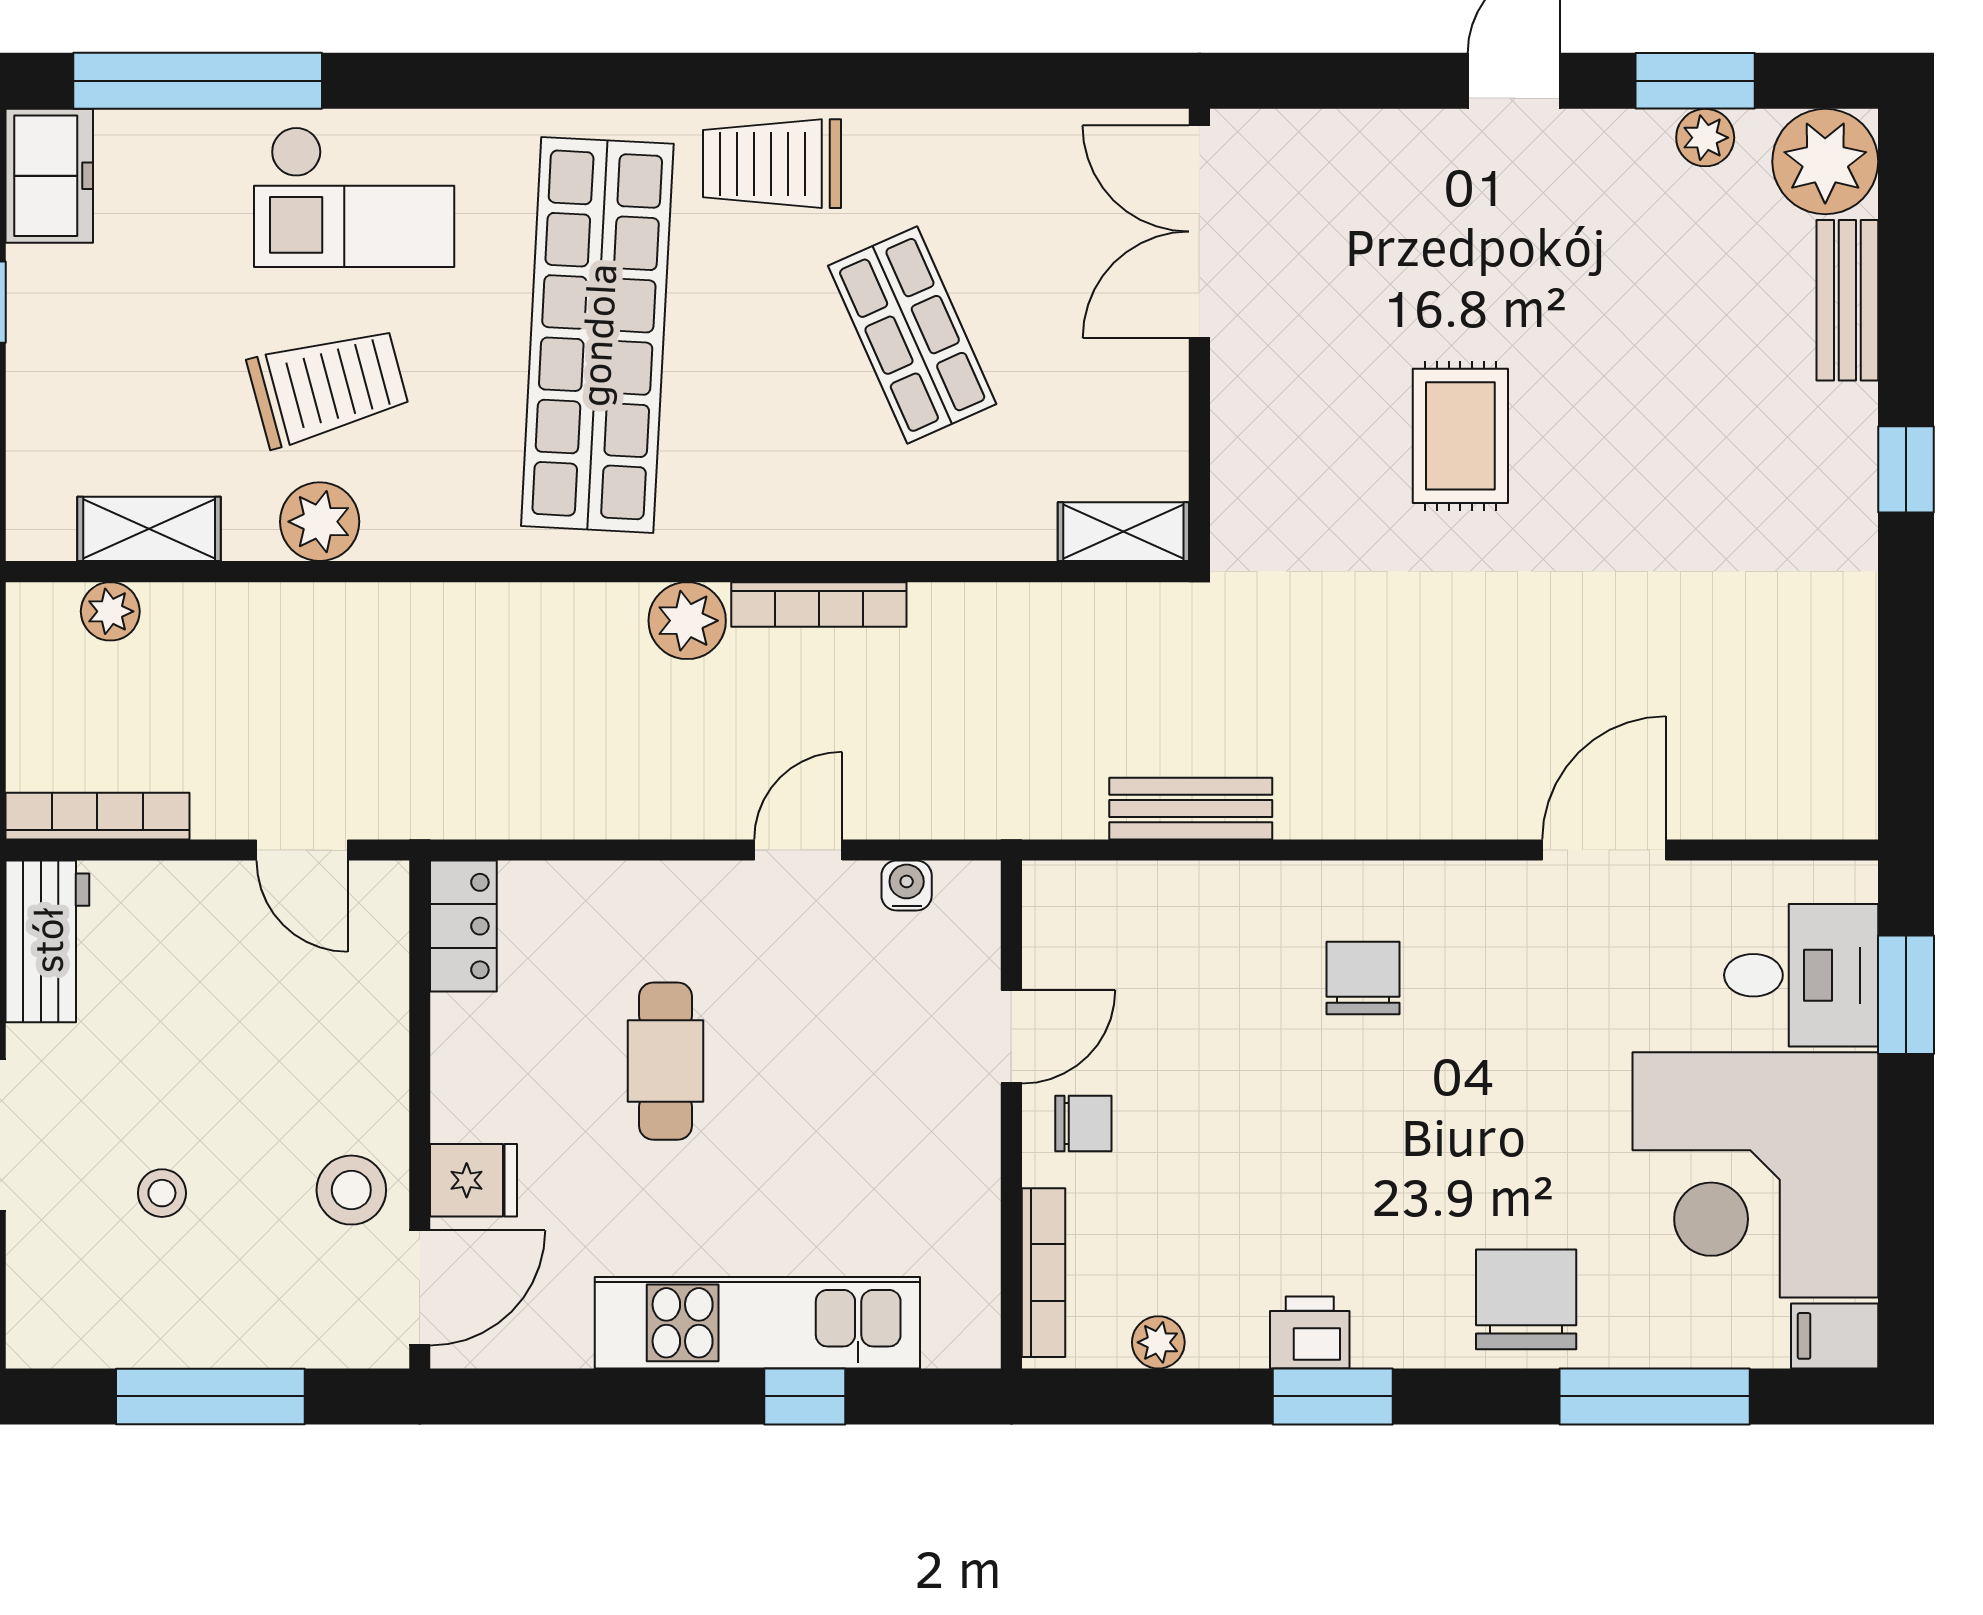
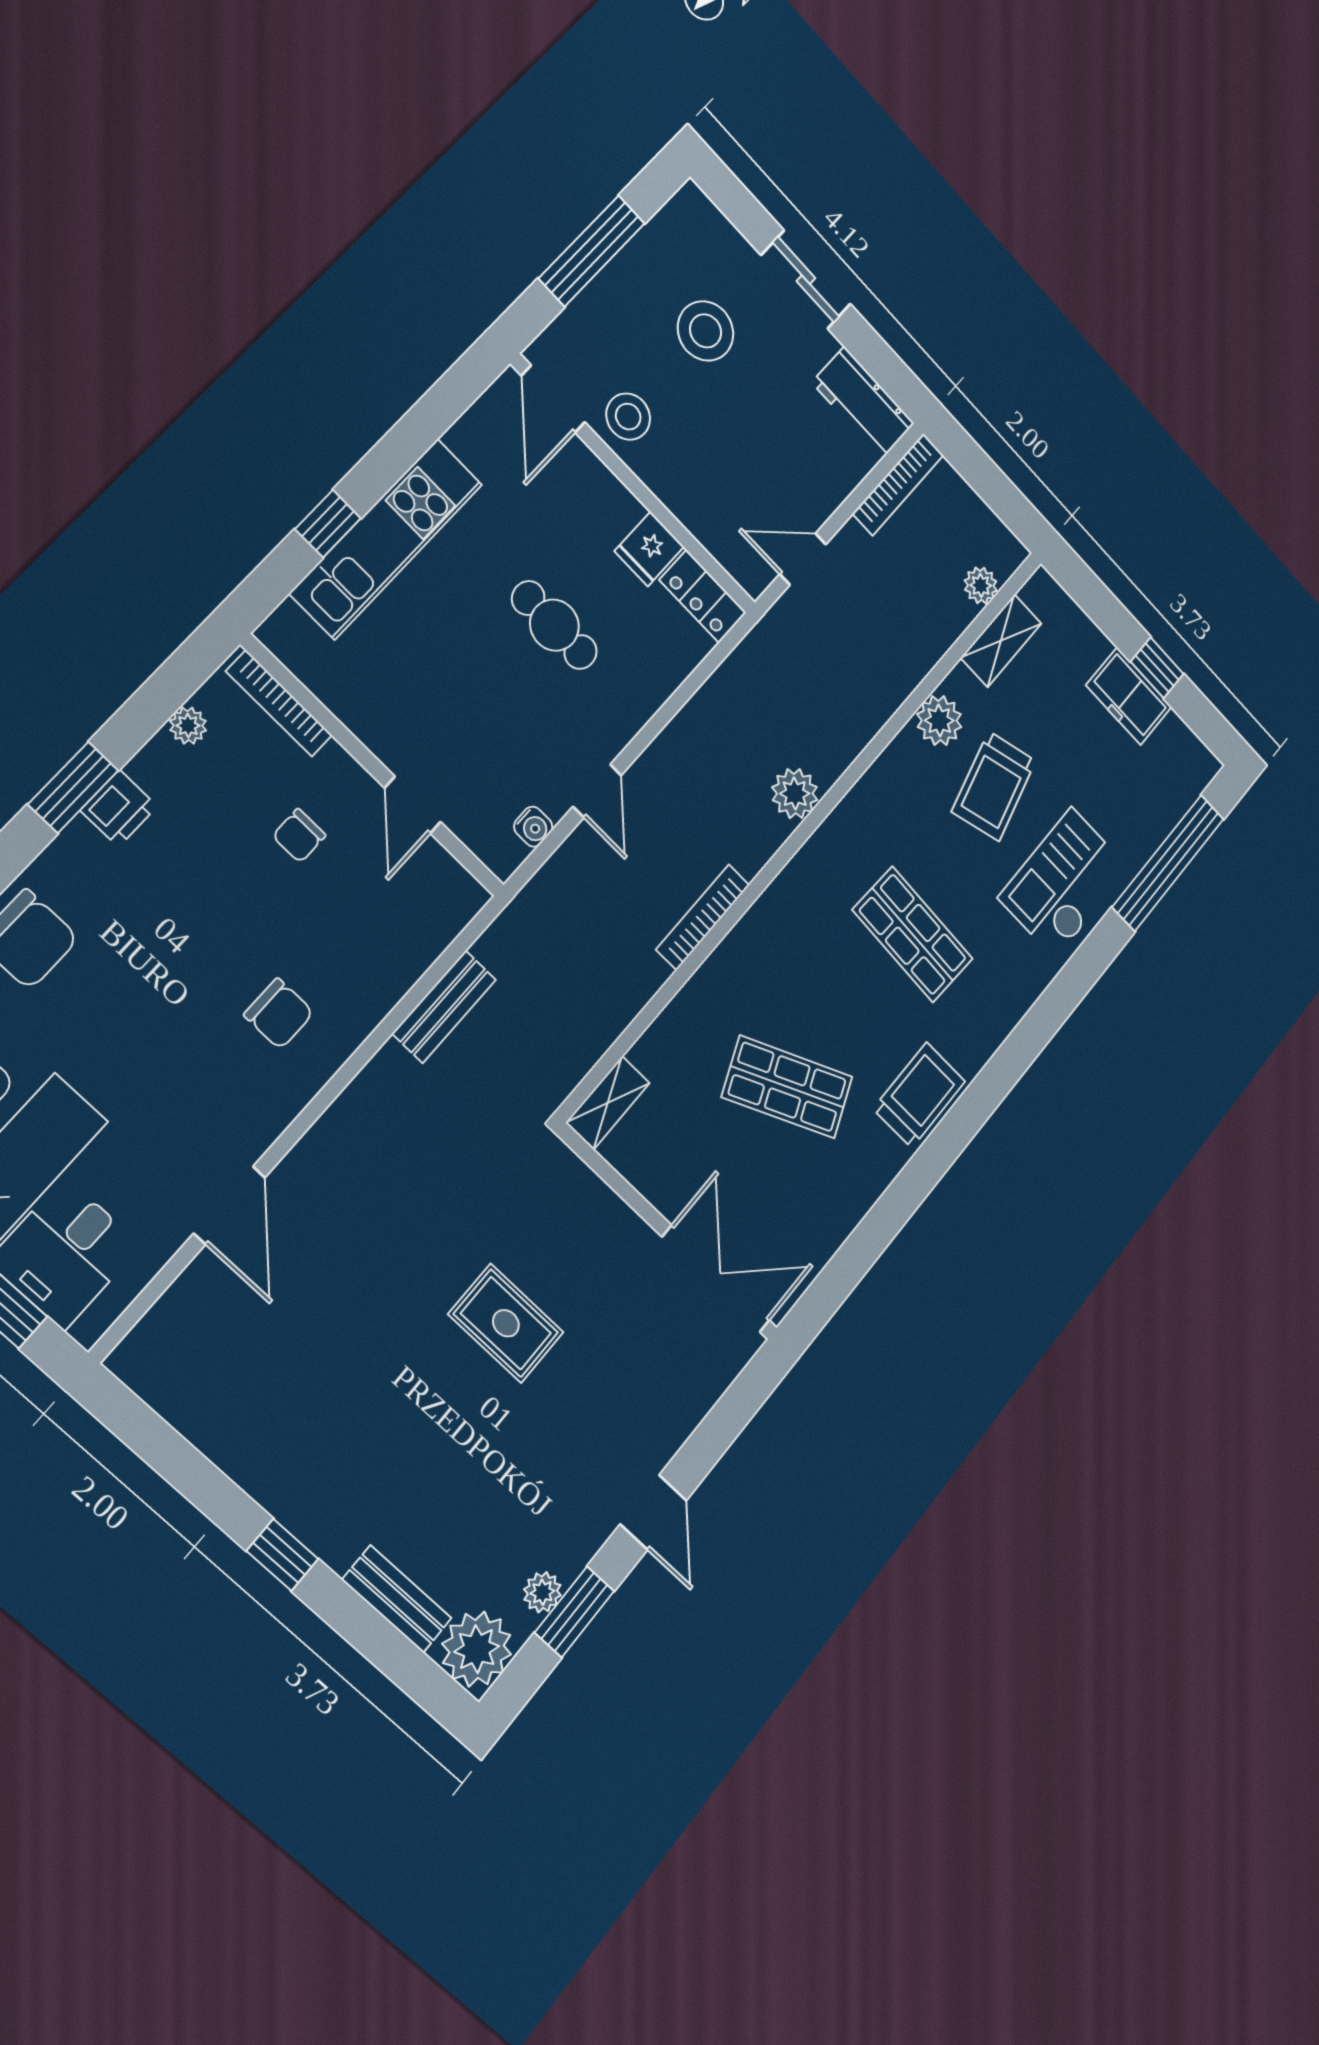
freezer: (49, 176) -> (1129, 696), moved
shop shelf: (597, 335) -> (913, 934), width x0.50, depth x0.74
plant: (687, 621) -> (795, 794), moved
chair: (1083, 1123) -> (299, 836), moved
fridge: (474, 1180) -> (649, 549), moved
stool: (162, 1193) -> (706, 331), width x1.89, depth x1.89

